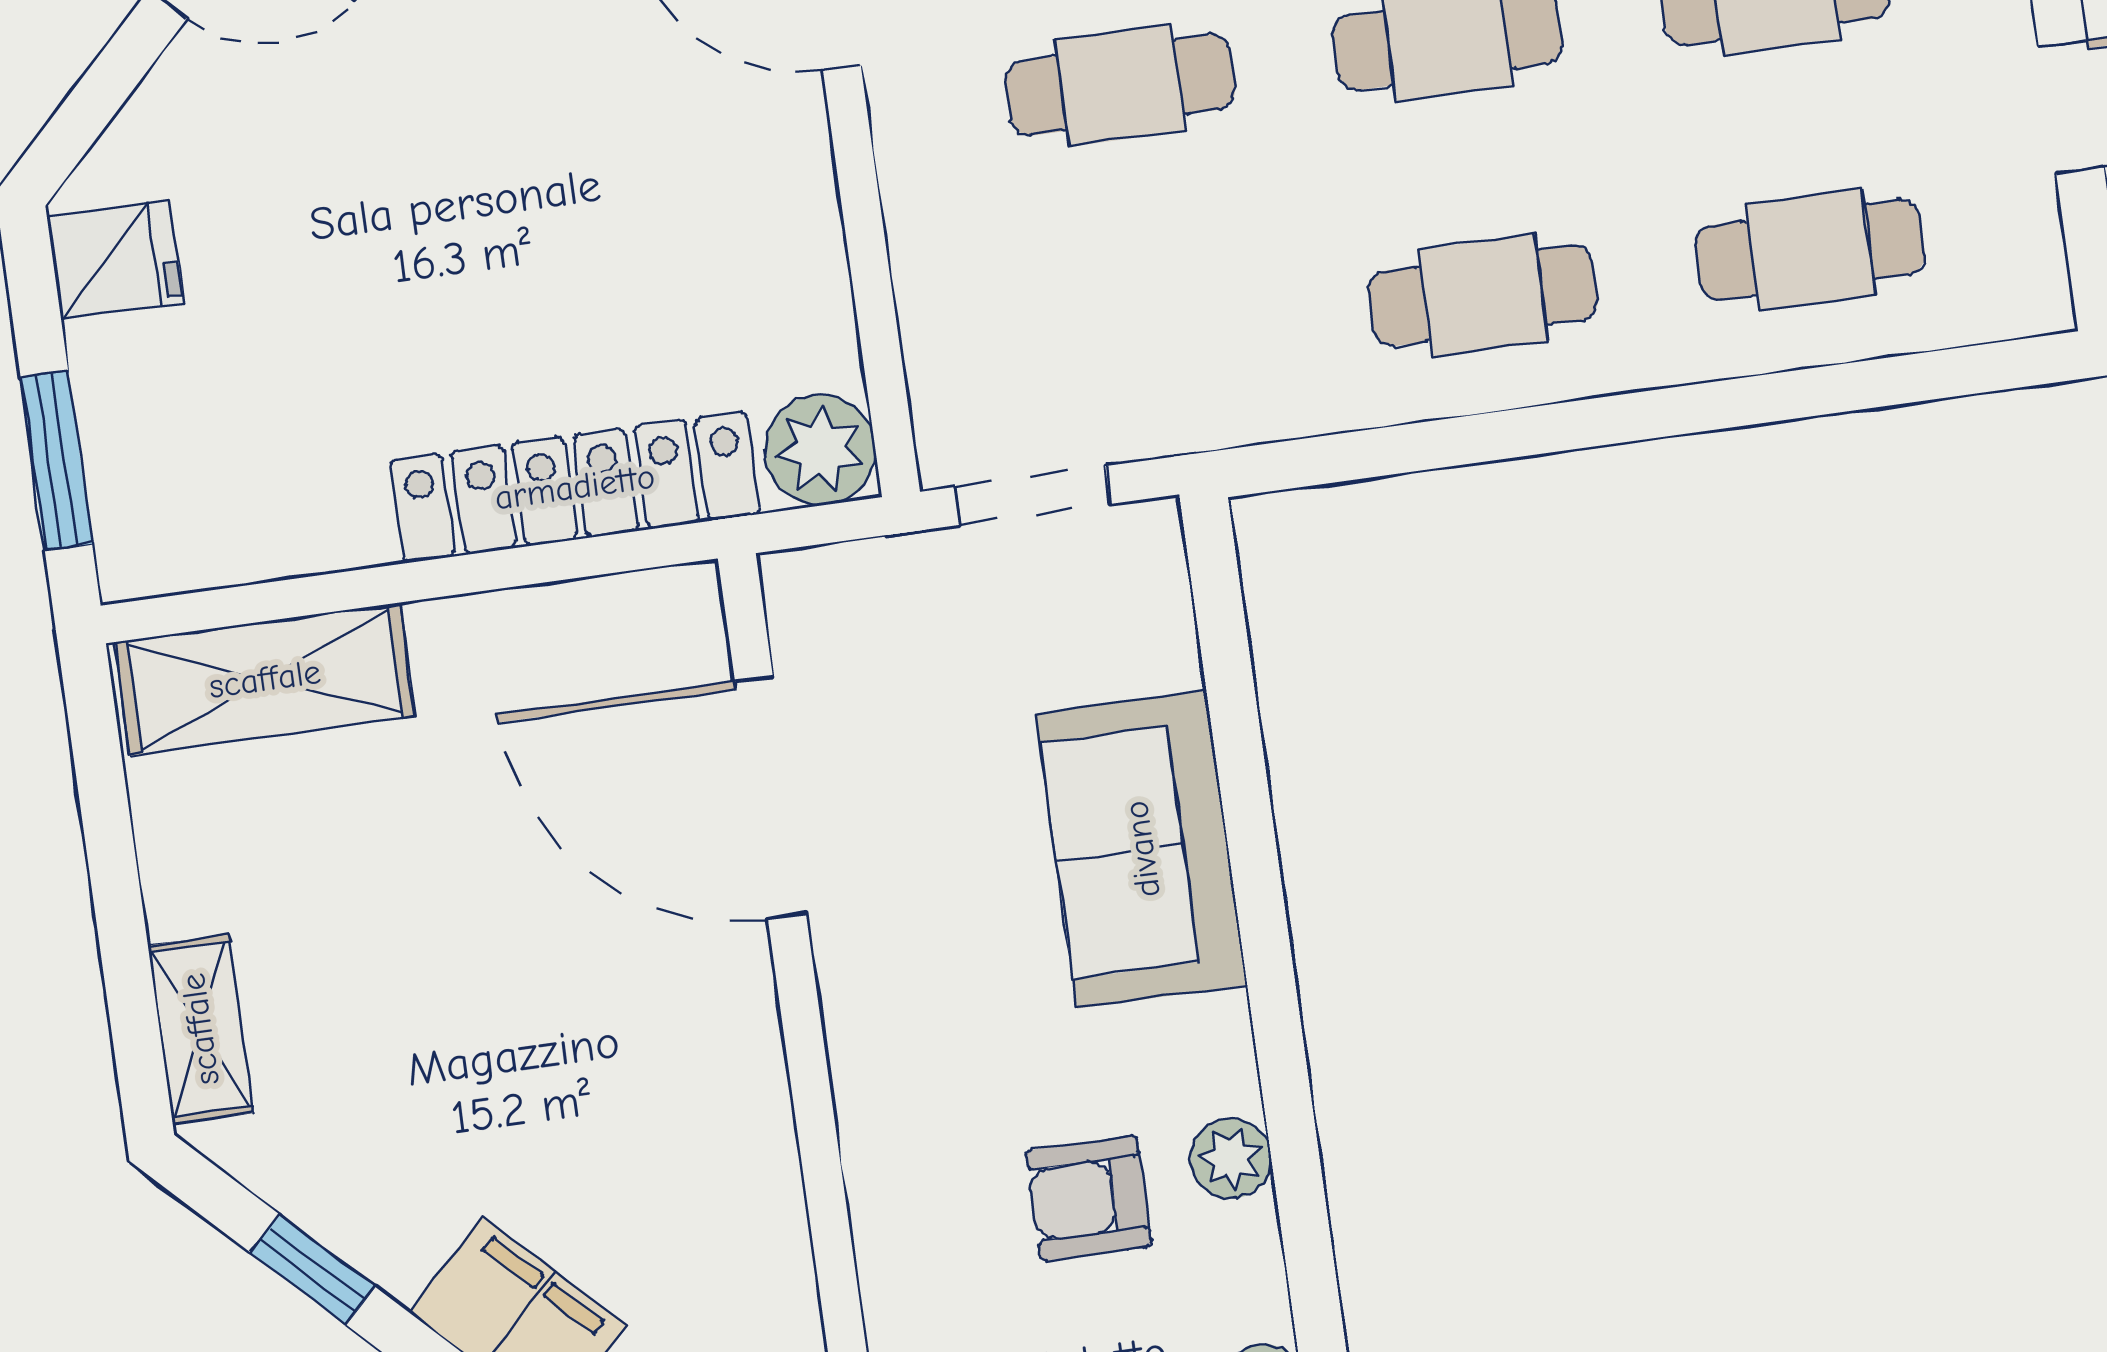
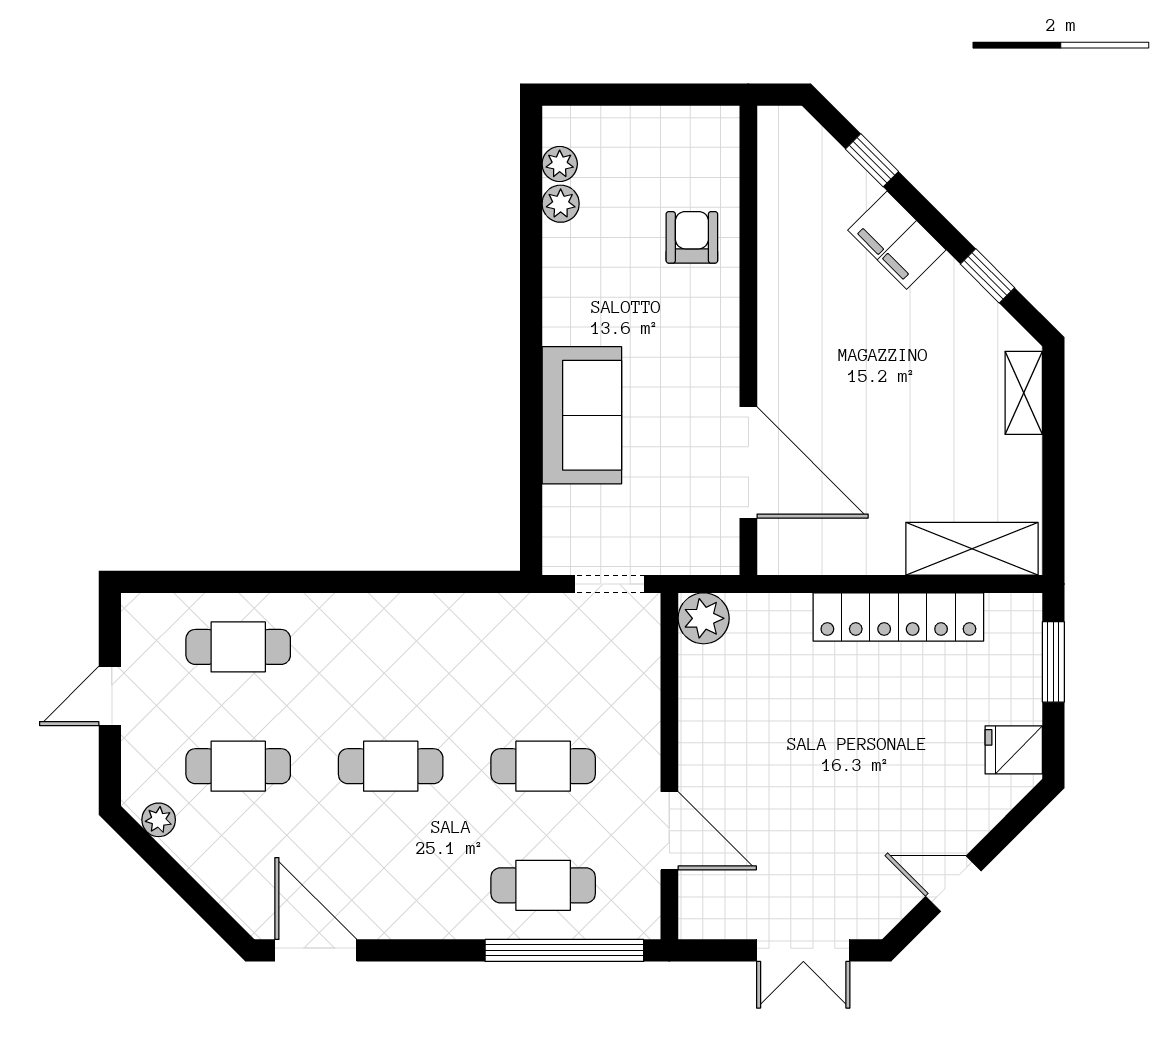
cafe table: (1483, 295) -> (391, 647), removed
locker: (575, 487) -> (898, 617), moved
plant: (1231, 1158) -> (561, 204), moved
armchair: (1089, 1198) -> (692, 237), moved, turned -90

